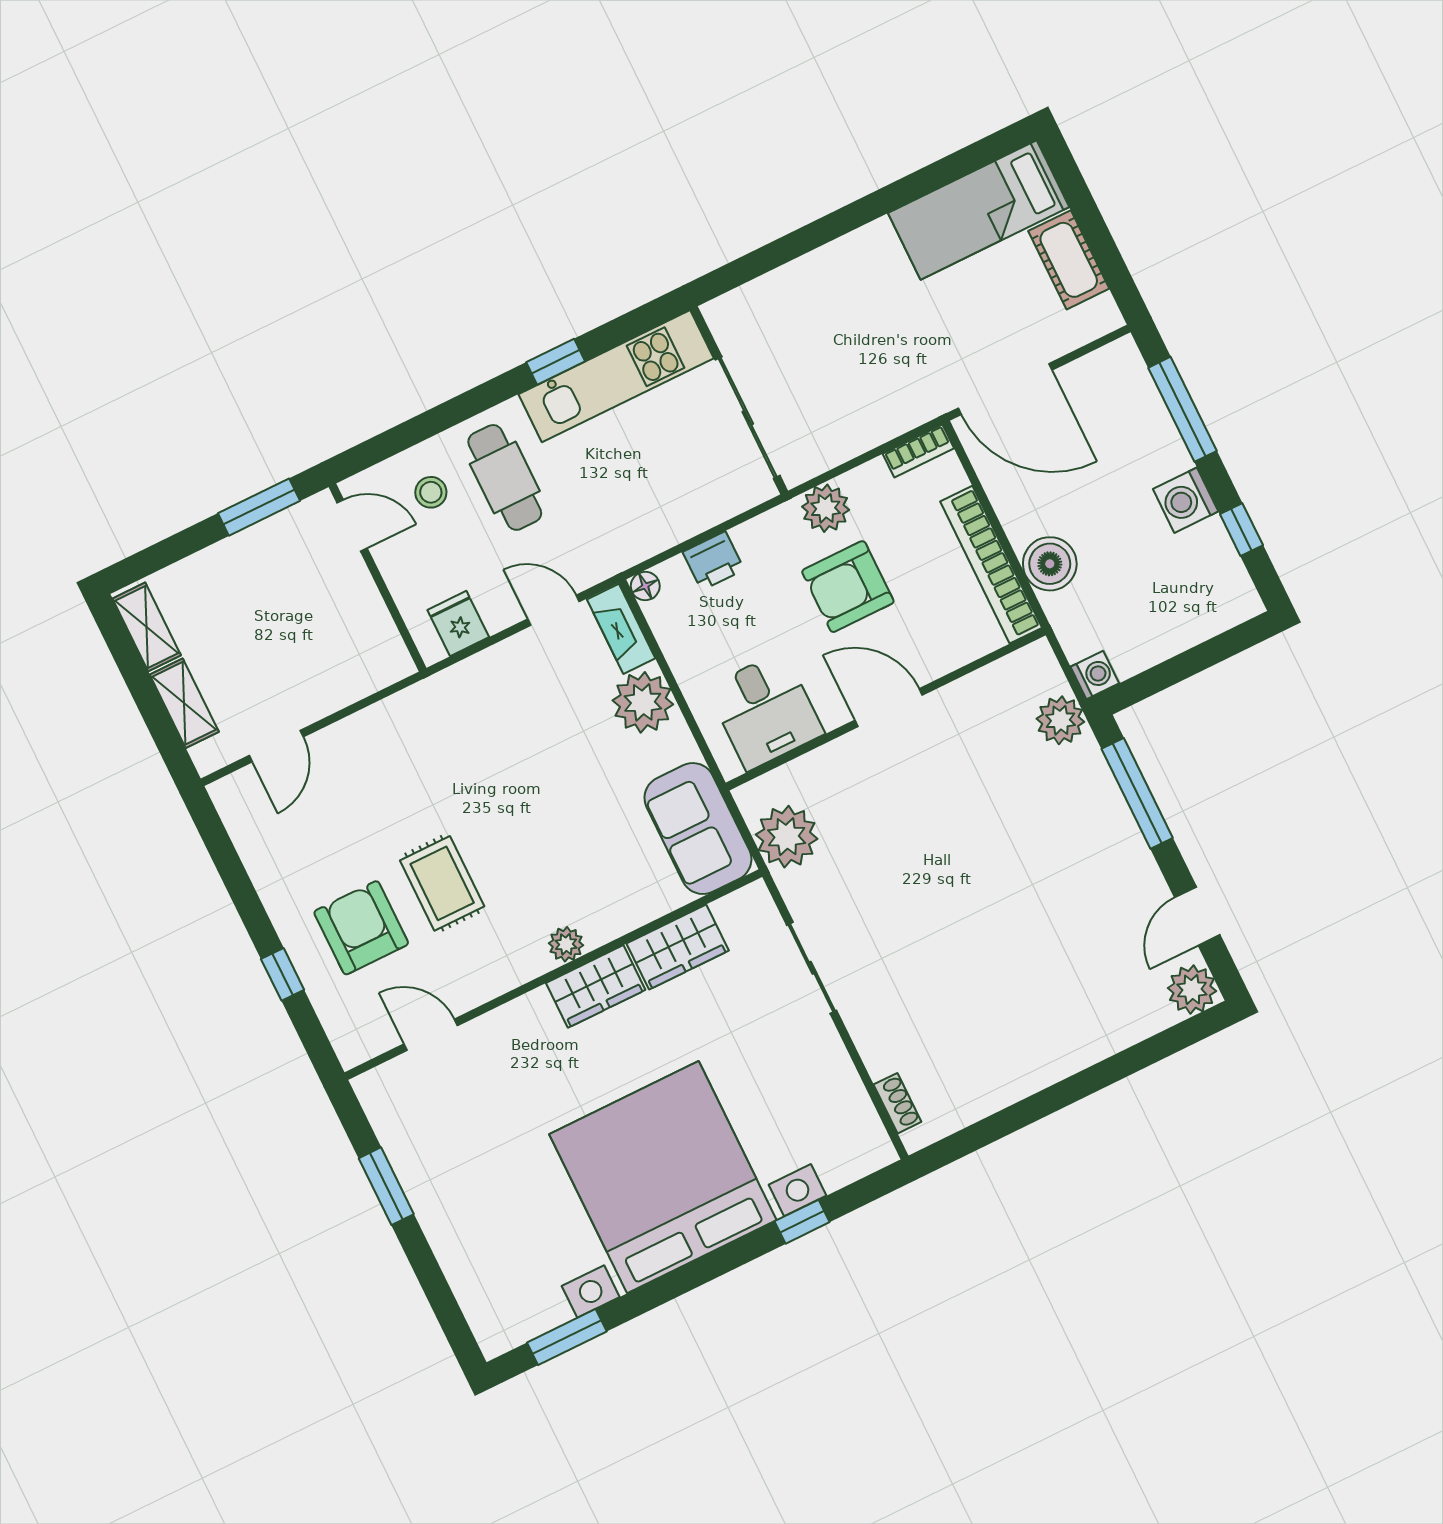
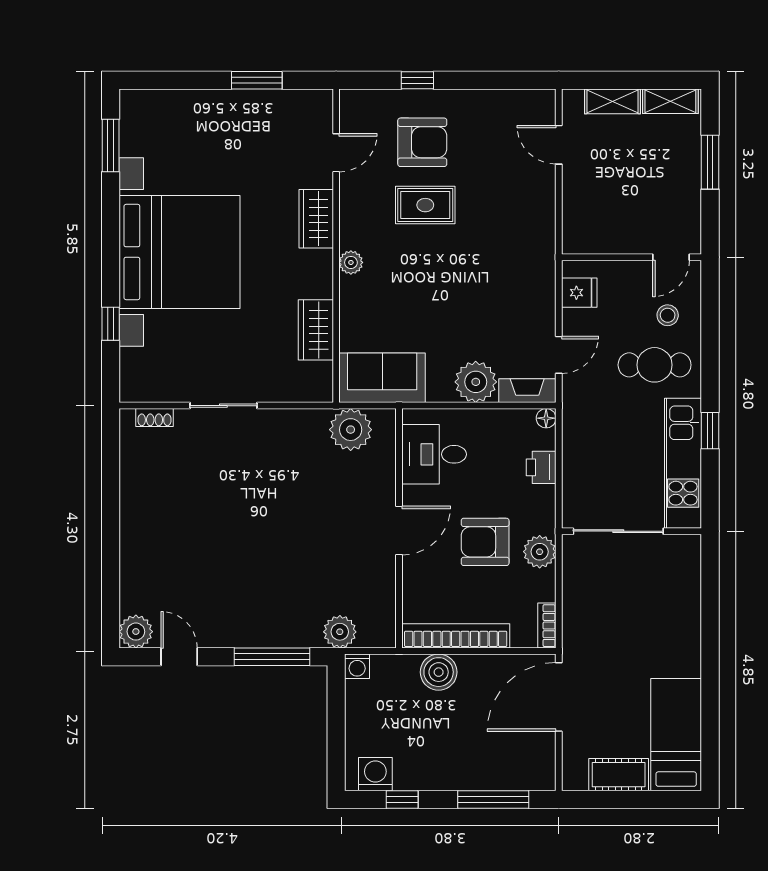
washing machine: (1186, 500) -> (375, 774), moved
window: (259, 507) -> (710, 162), moved
armchair: (848, 587) -> (485, 542), turned -90
sliding door: (812, 968) -> (223, 406), moved
wardrobe: (596, 986) -> (316, 219), moved

